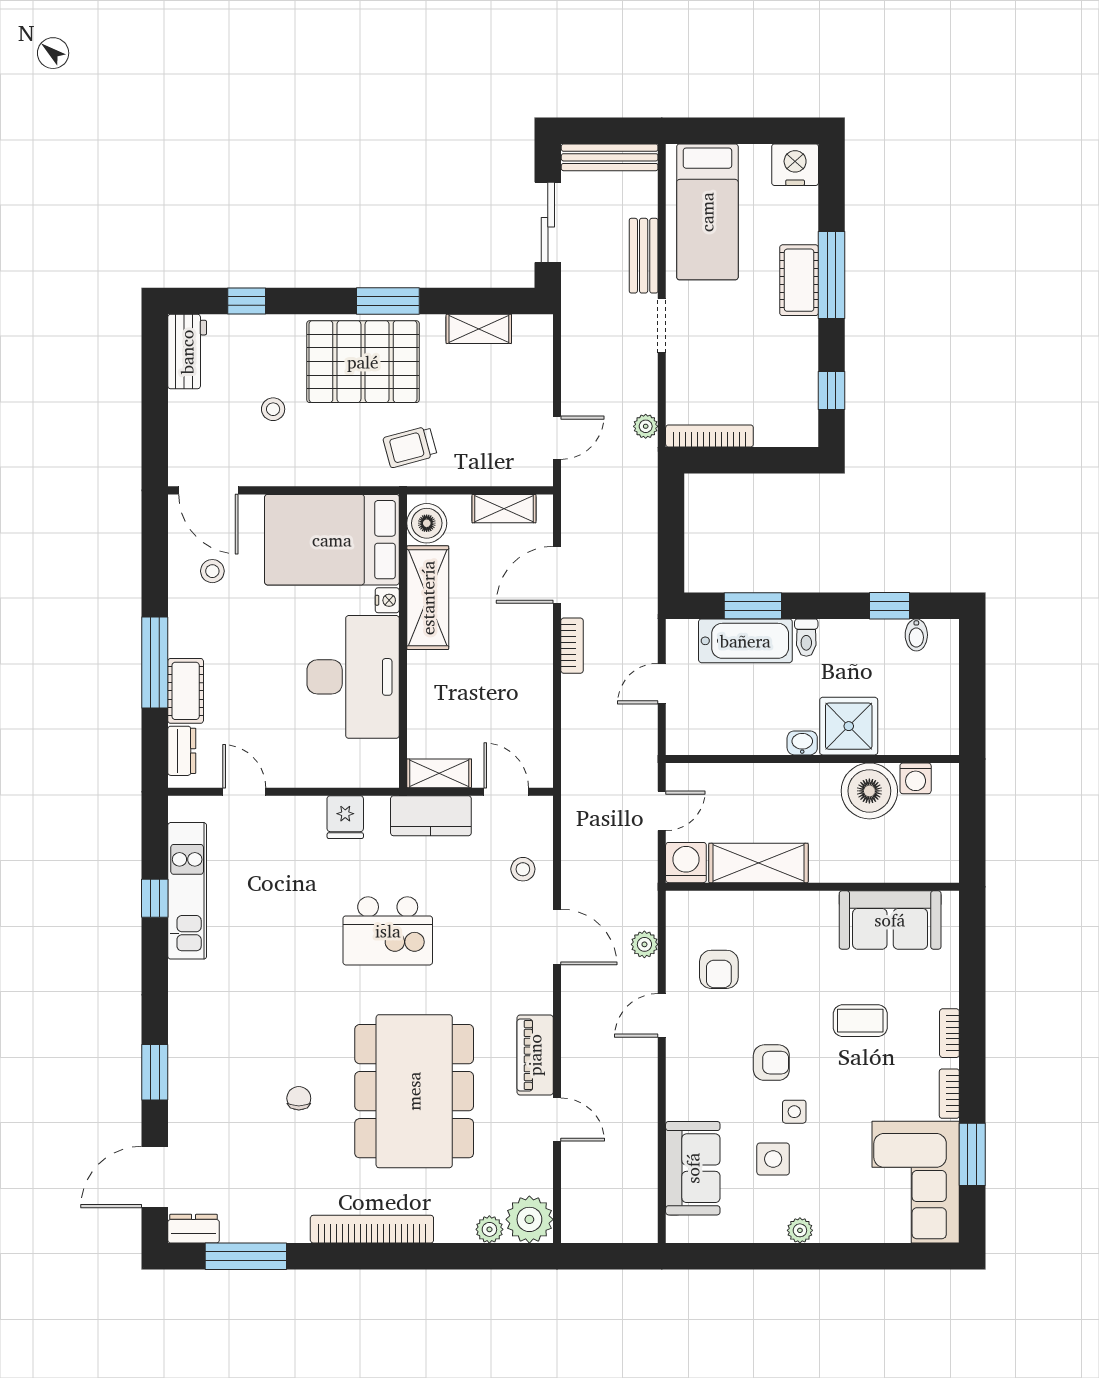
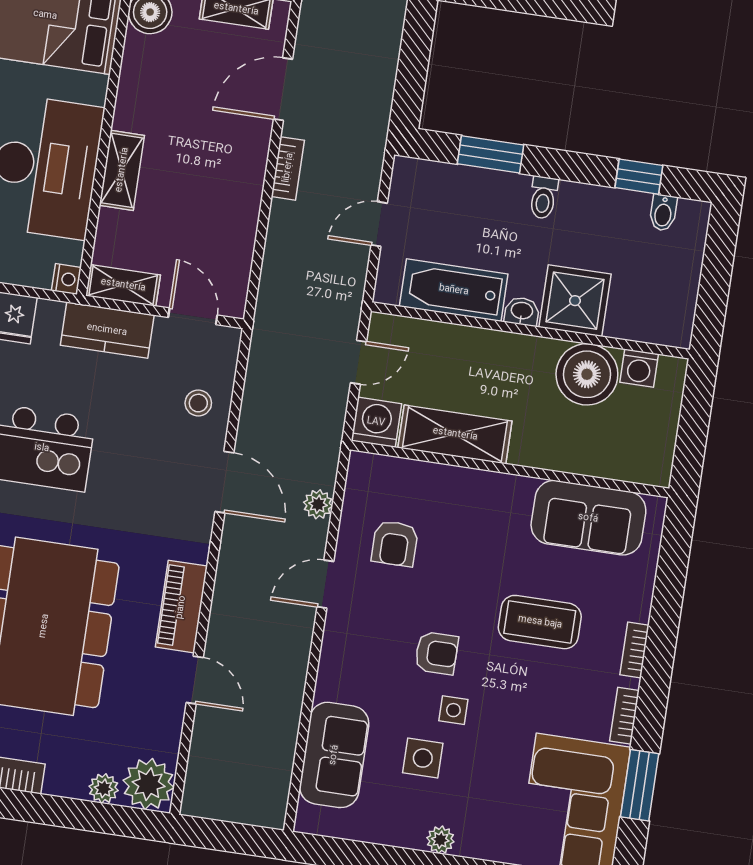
shelving: (428, 598) -> (122, 170), moved, width x0.67, depth x0.75
nightstand: (387, 600) -> (66, 279), moved
bathtub: (745, 641) -> (454, 290), moved, turned 180
coffee table: (860, 1021) -> (540, 622), width x1.36, depth x1.30

